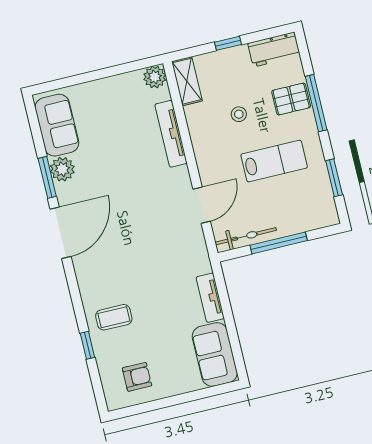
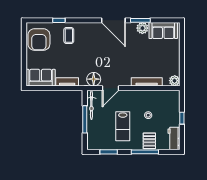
shelving: (187, 81) -> (169, 95), removed
door: (202, 205) -> (111, 88), hinge flipped
floor lamp: (192, 244) -> (94, 79), added
armchair: (137, 377) -> (39, 40), width x1.88, depth x1.88

